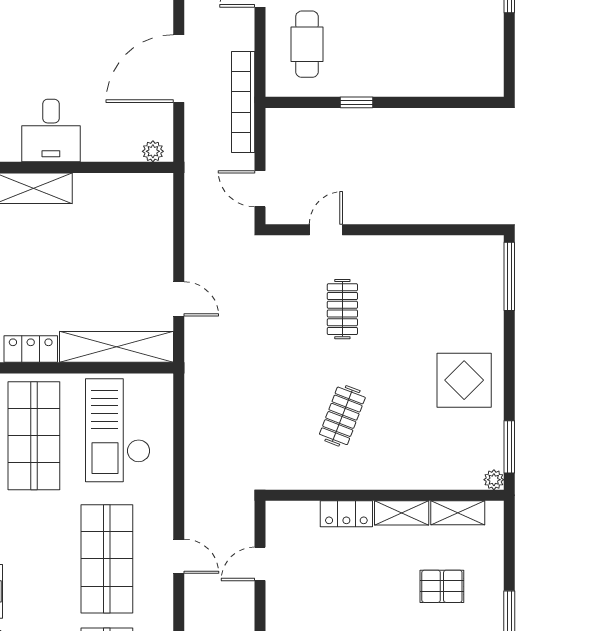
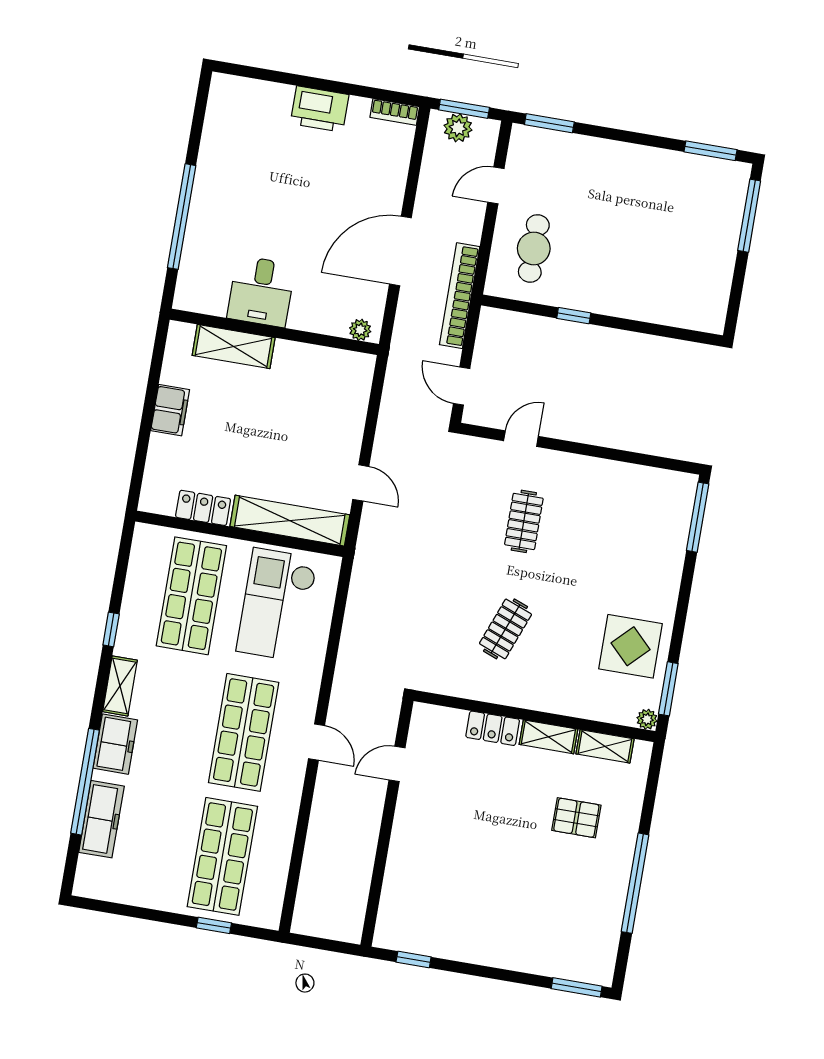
display table: (464, 380) -> (631, 646), moved

